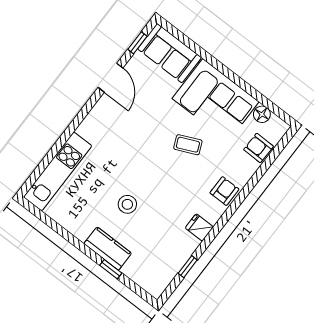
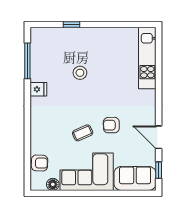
armchair: (224, 191) -> (111, 125), moved, turned 89
stool: (127, 204) -> (80, 73), moved
kitchen counter: (108, 248) -> (83, 35), removed
window: (188, 267) -> (27, 61), width x2.17

